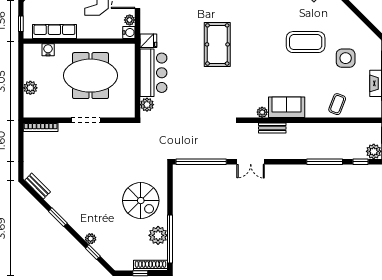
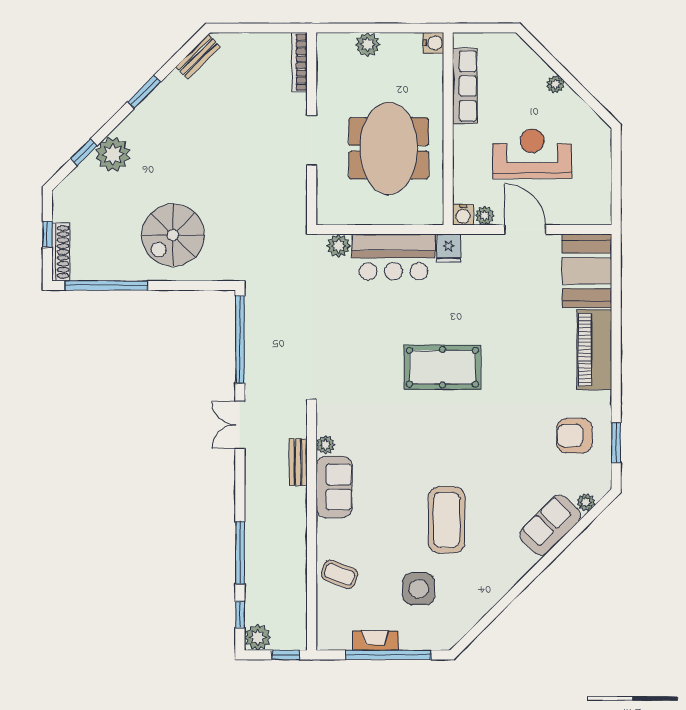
window: (21, 24) -> (478, 28), removed
water cooler: (48, 50) -> (433, 43), moved
plant: (158, 235) -> (113, 265), removed
plant: (91, 239) -> (113, 154), width x1.87, depth x1.87

